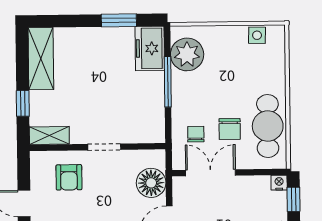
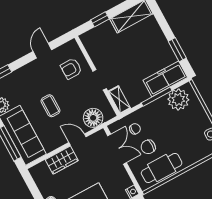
freezer: (150, 48) -> (165, 79), width x1.40
shelving: (49, 136) -> (119, 100), moved

